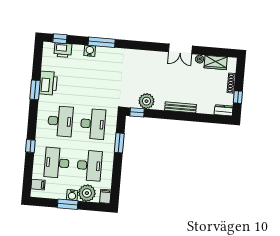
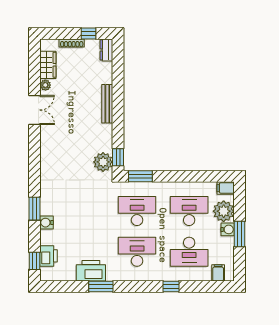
window: (102, 42) -> (35, 209), width x0.69
plant: (146, 101) -> (103, 162), moved
window: (119, 143) -> (140, 176), moved

